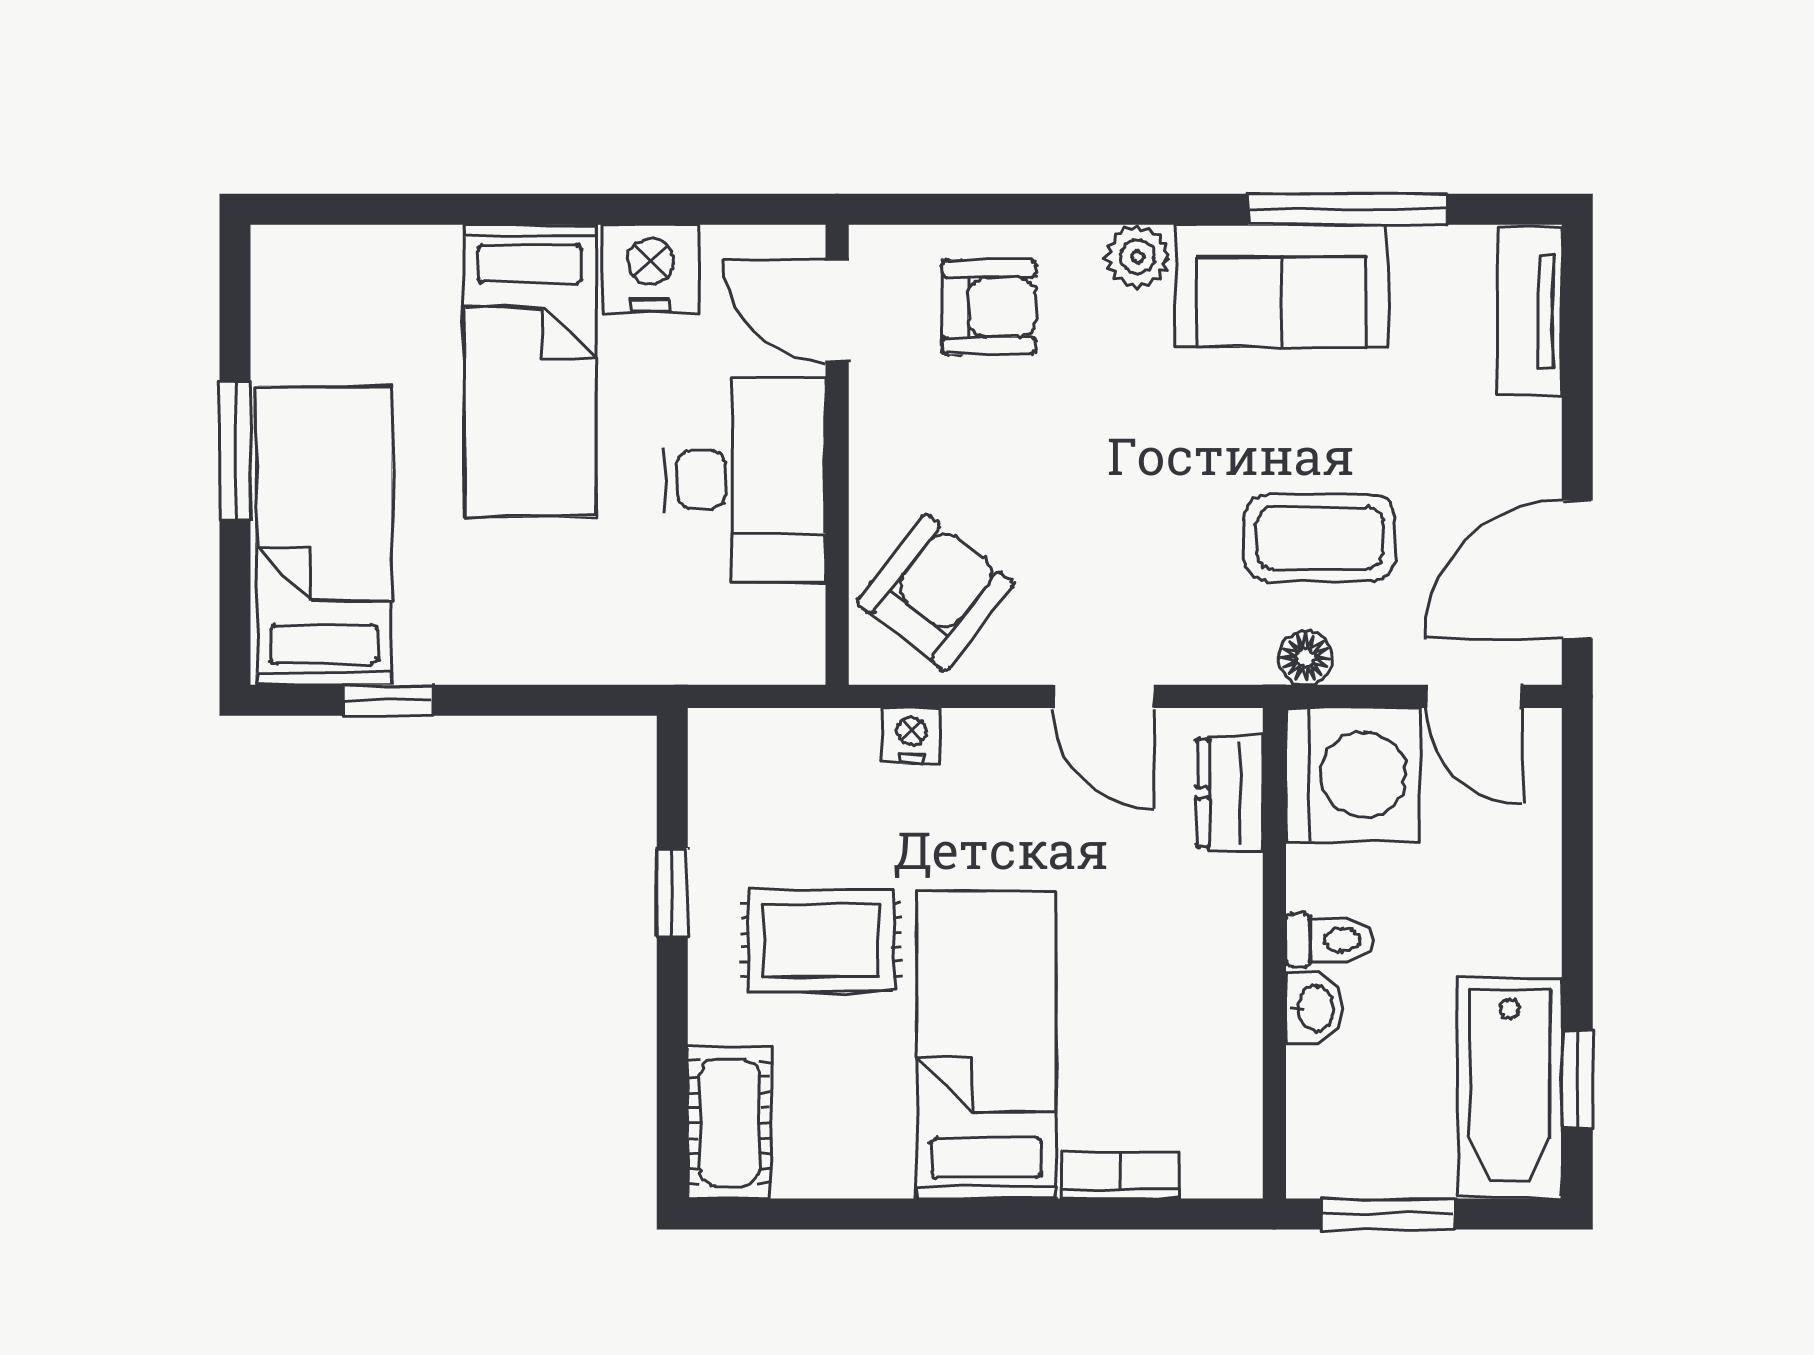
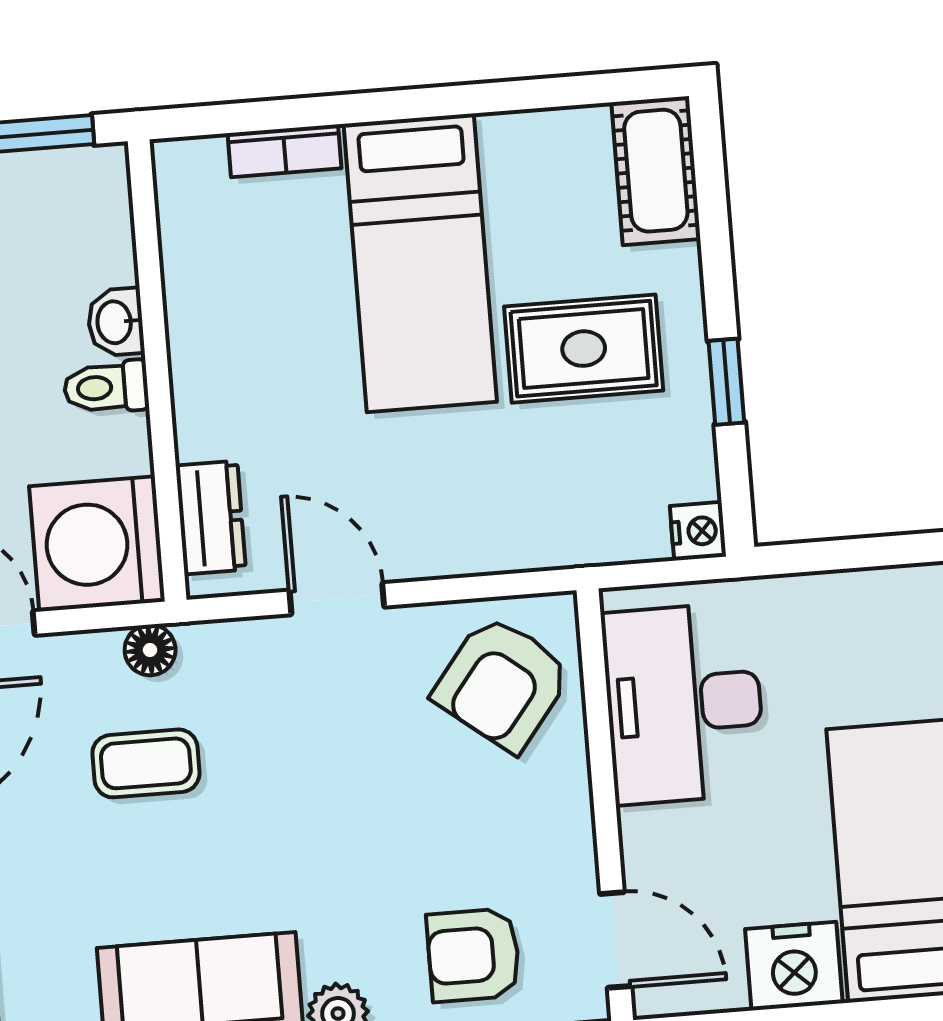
desk: (745, 480) -> (684, 703), moved
coffee table: (1320, 538) -> (146, 763), width x0.73, depth x0.77
nightstand: (912, 735) -> (698, 531), moved, turned -90

